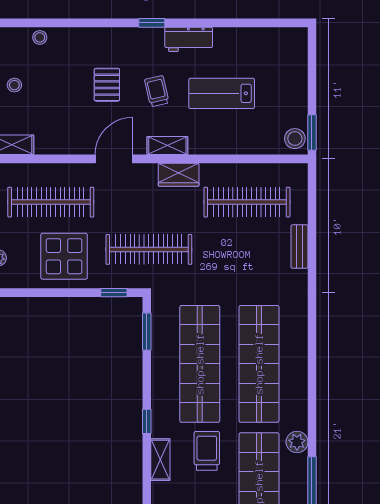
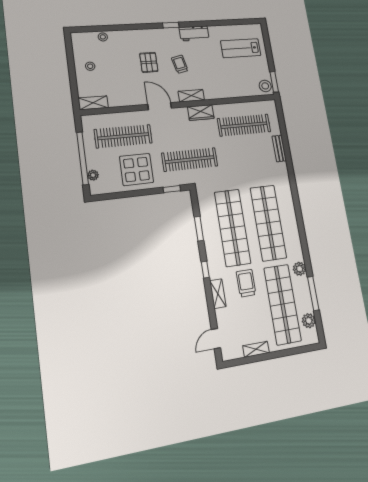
lab bench: (222, 93) -> (241, 48), moved
door: (114, 159) -> (160, 106), hinge flipped
window: (147, 332) -> (199, 229), moved

